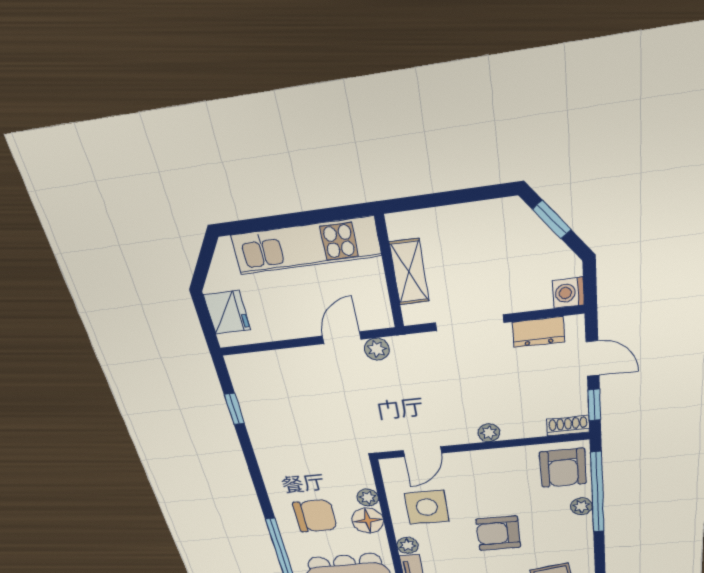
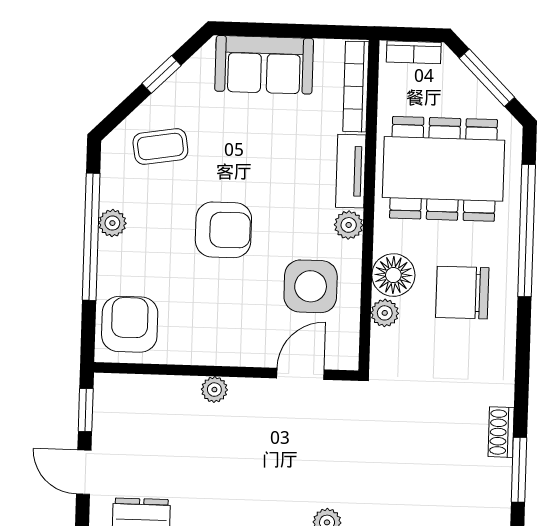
window: (234, 409) -> (519, 470), width x1.50
shoe rack: (568, 426) -> (501, 432), moved, turned 90
window: (597, 493) -> (91, 237), moved
plant: (581, 506) -> (112, 223), moved

